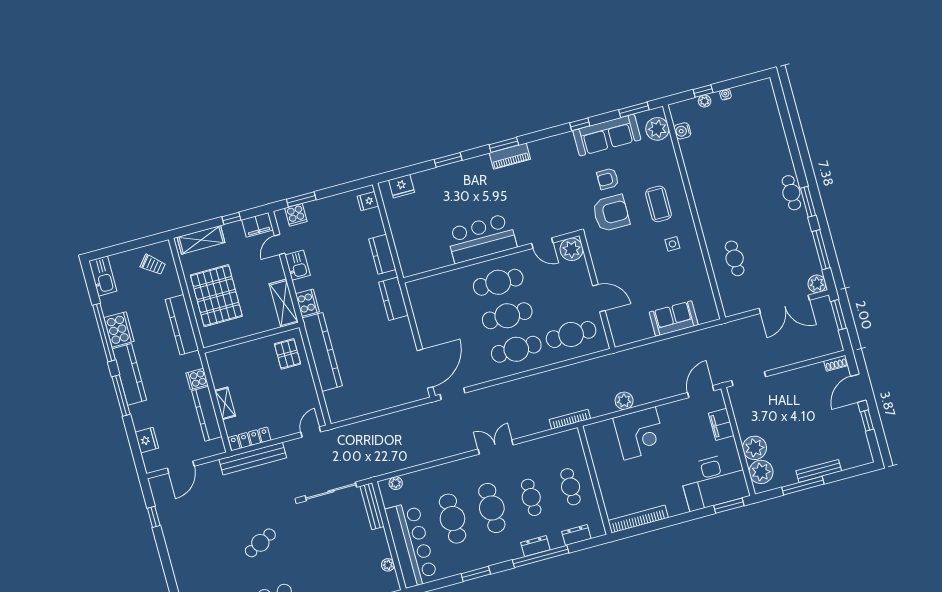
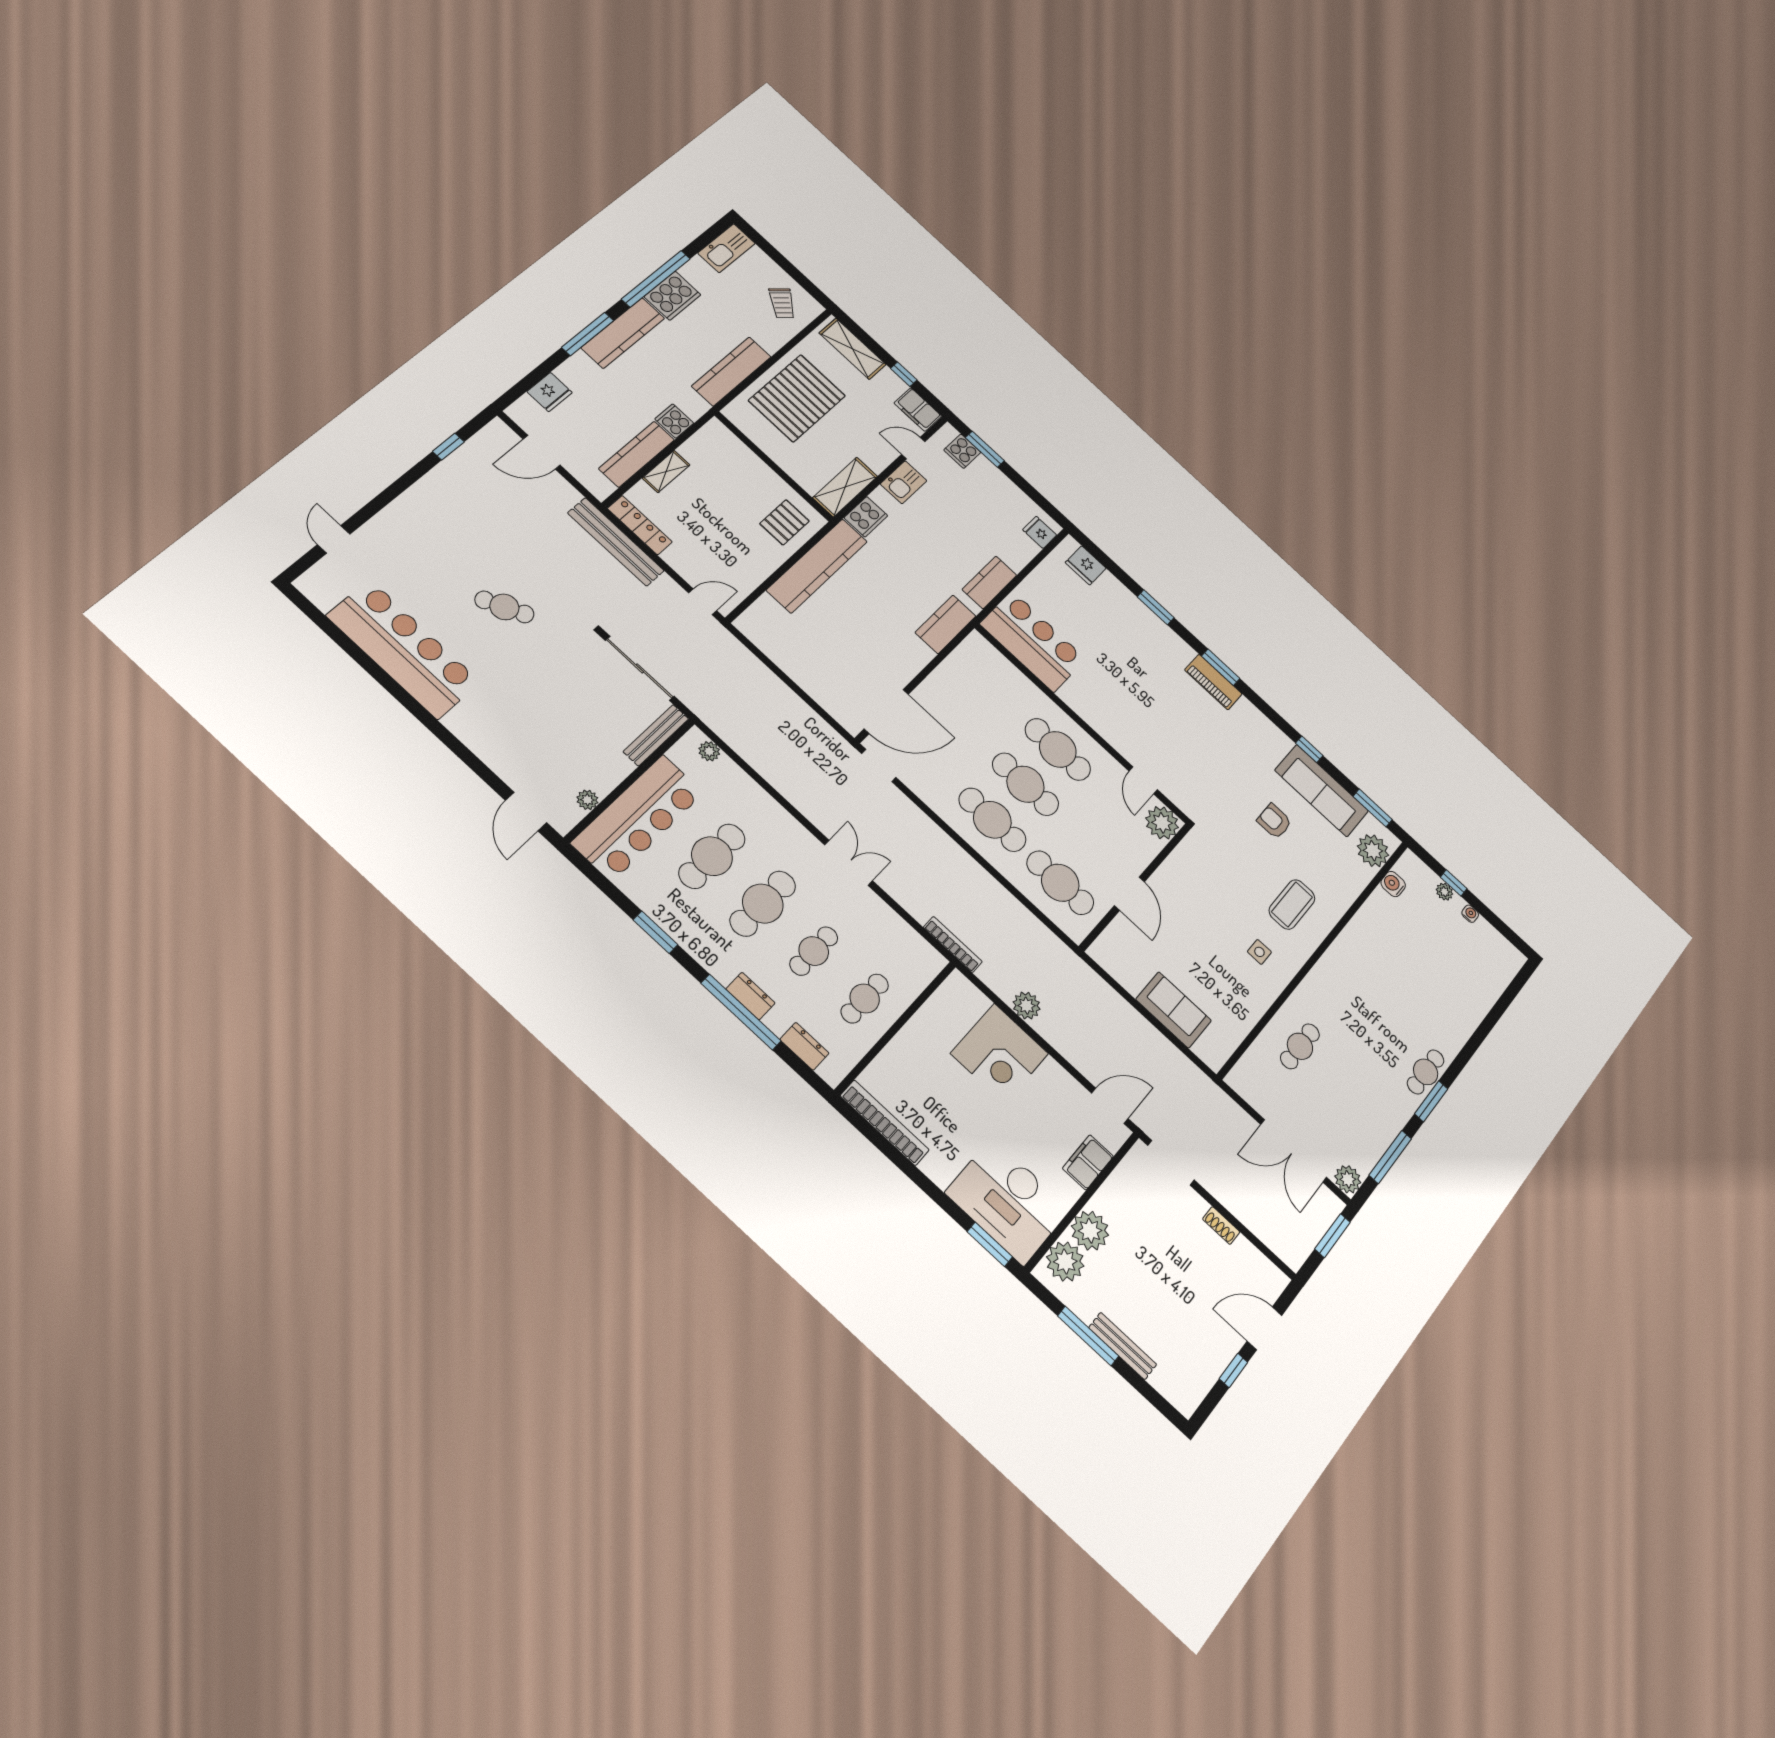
armchair: (611, 213) -> (1239, 849), removed
bar counter: (482, 238) -> (1033, 641), moved
shoe rack: (836, 363) -> (1221, 1225), moved

